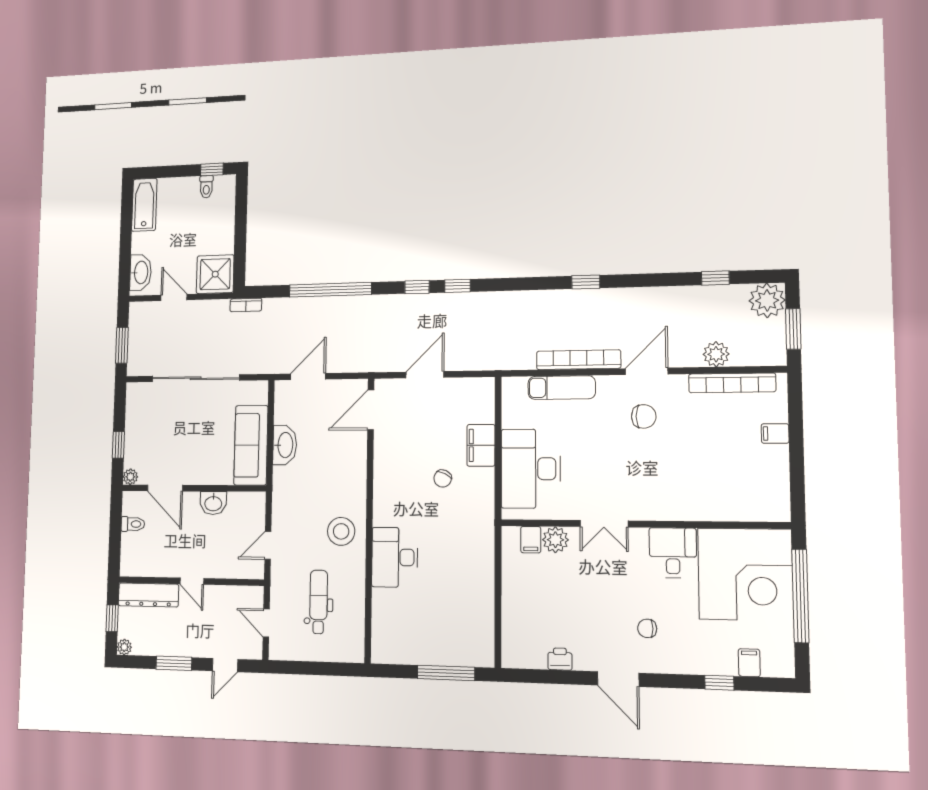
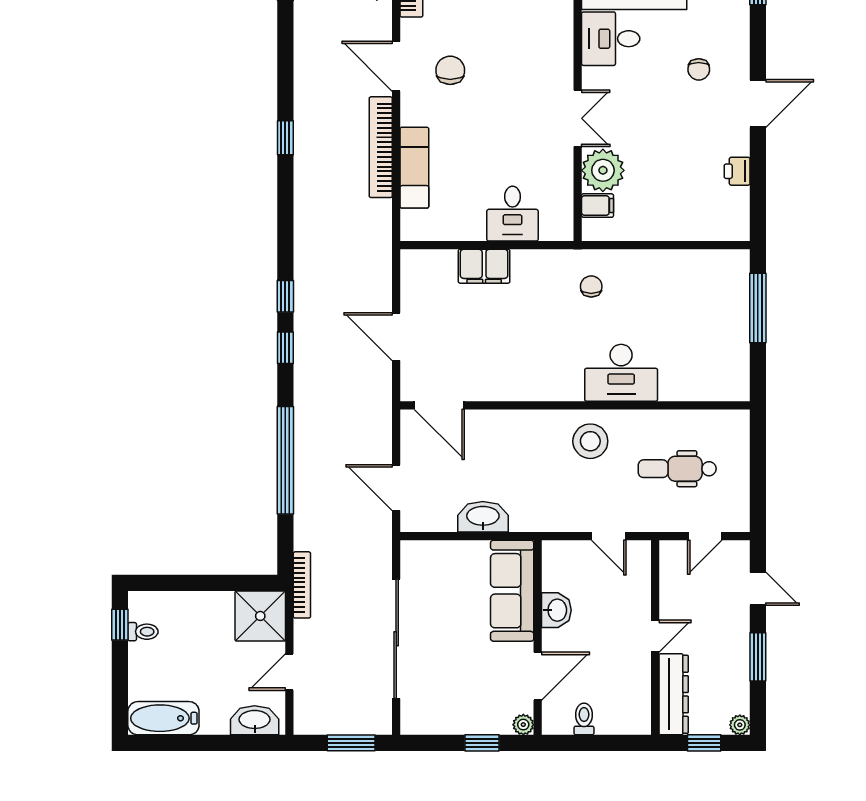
bookcase: (246, 305) -> (302, 585), width x1.56
sofa: (251, 445) -> (512, 591), moved, turned 90
desk: (531, 469) -> (513, 214), width x0.53, depth x0.77
chair: (443, 479) -> (591, 286), moved, turned -115
plant: (555, 540) -> (603, 170), width x1.36, depth x1.36

